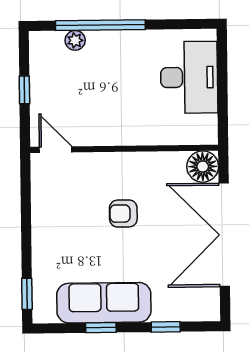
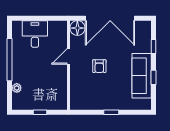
window: (100, 25) -> (10, 60), moved
desk: (189, 77) -> (35, 34), width x0.73
door: (56, 150) -> (69, 56), moved
window: (27, 294) -> (111, 112), moved

